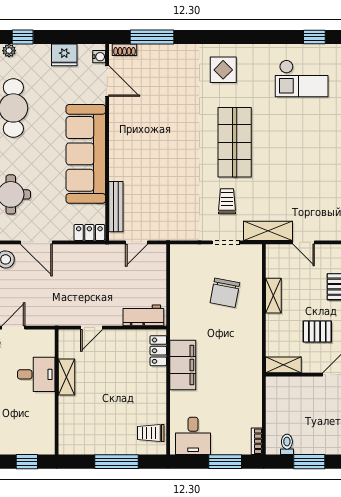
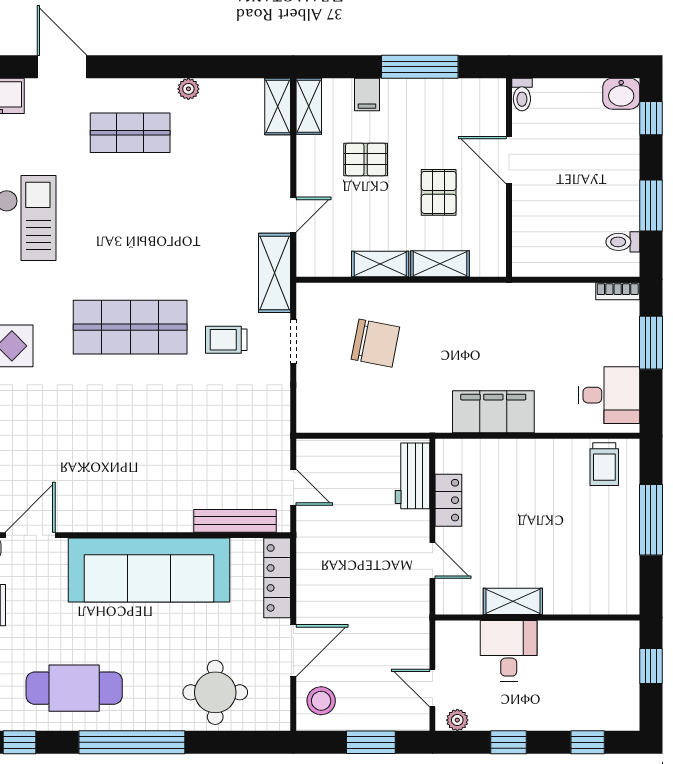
locker: (89, 232) -> (277, 578), width x1.53
locker: (158, 351) -> (448, 500), moved, turned -90
shelving: (283, 365) -> (440, 264), moved, turned 90

